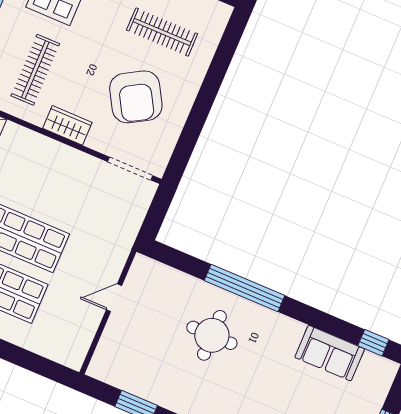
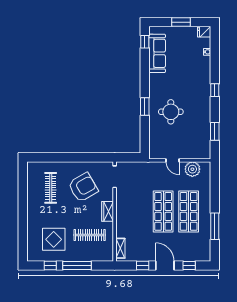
window: (244, 288) -> (145, 106), width x0.47
plant: (79, 330) -> (192, 169), added
sofa: (330, 353) -> (157, 53), width x1.36

